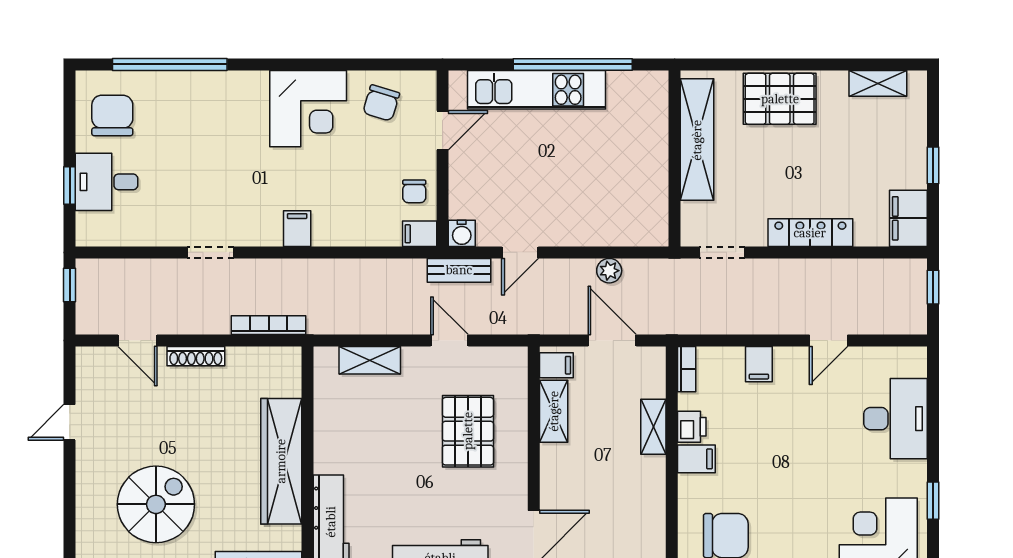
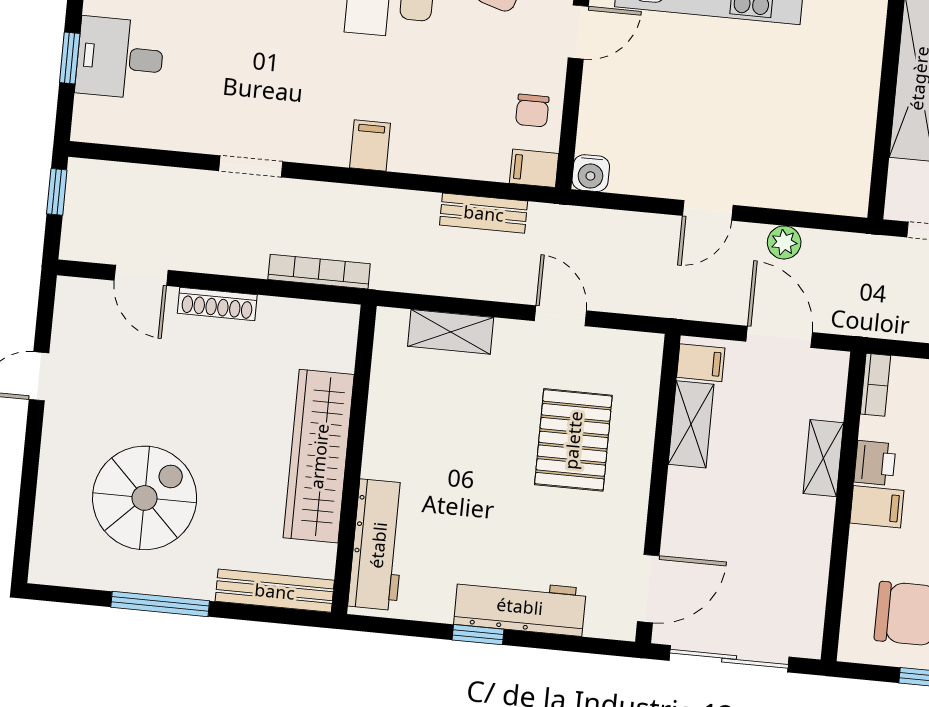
door: (520, 252) -> (708, 210), moved
bench: (459, 270) -> (484, 213), moved

